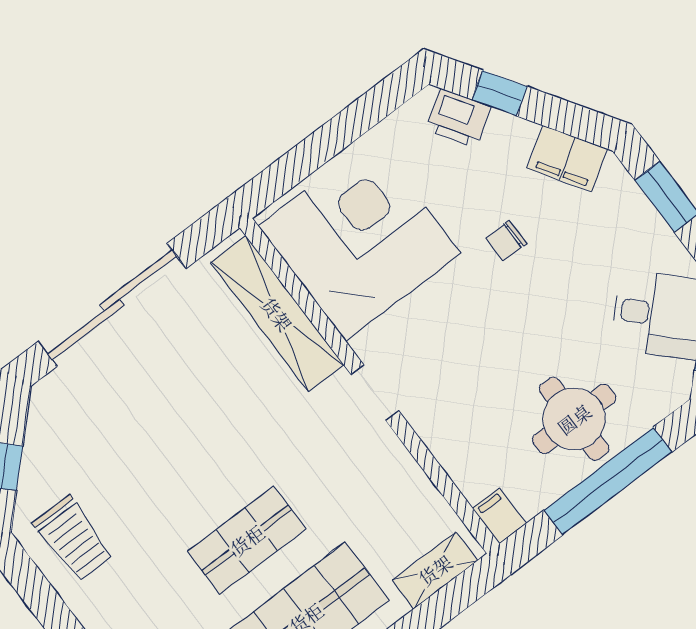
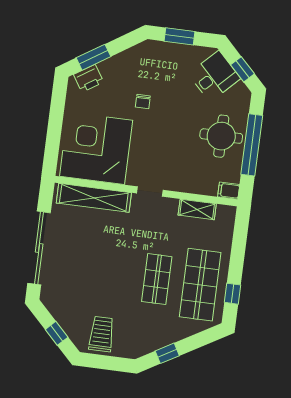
window: (500, 93) -> (93, 57), width x1.50
filing cabinet: (567, 159) -> (136, 56), removed
trolley: (73, 539) -> (102, 334), turned -90
shelving: (435, 570) -> (197, 209), moved, turned 90

